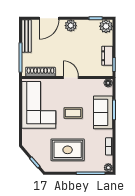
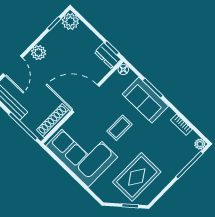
dresser: (107, 56) -> (108, 56), moved
door: (71, 78) -> (86, 98), width x1.87
rug: (68, 150) -> (137, 177), moved

